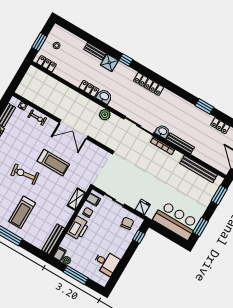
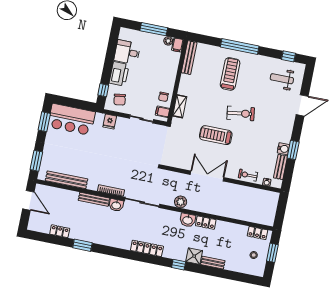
printer: (78, 228) -> (119, 74), moved, turned 180

